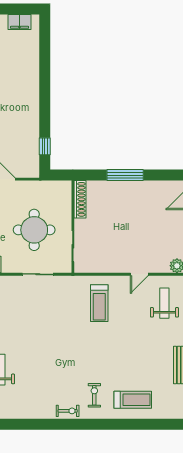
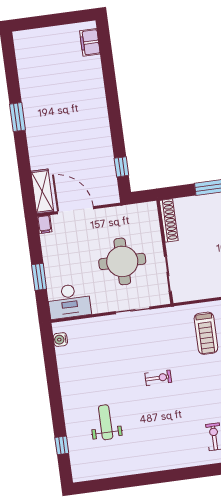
filing cabinet: (19, 22) -> (90, 42), moved, turned 90
exercise bike: (68, 411) -> (158, 378), moved

